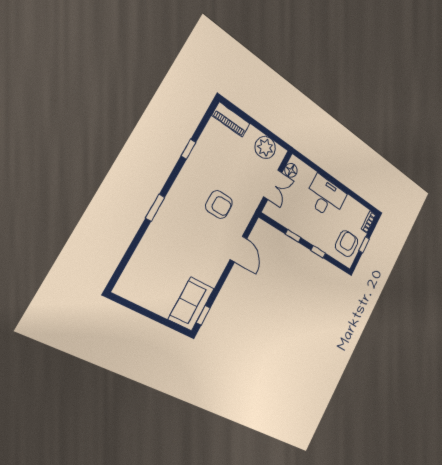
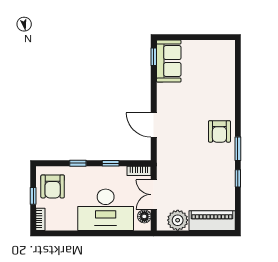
piano: (231, 120) -> (212, 221), width x1.37, depth x1.33
desk: (326, 197) -> (106, 210), width x1.36, depth x1.30
armchair: (219, 205) -> (219, 131), moved, turned -90
window: (155, 208) -> (238, 149), moved
bookcase: (274, 214) -> (139, 171), added

